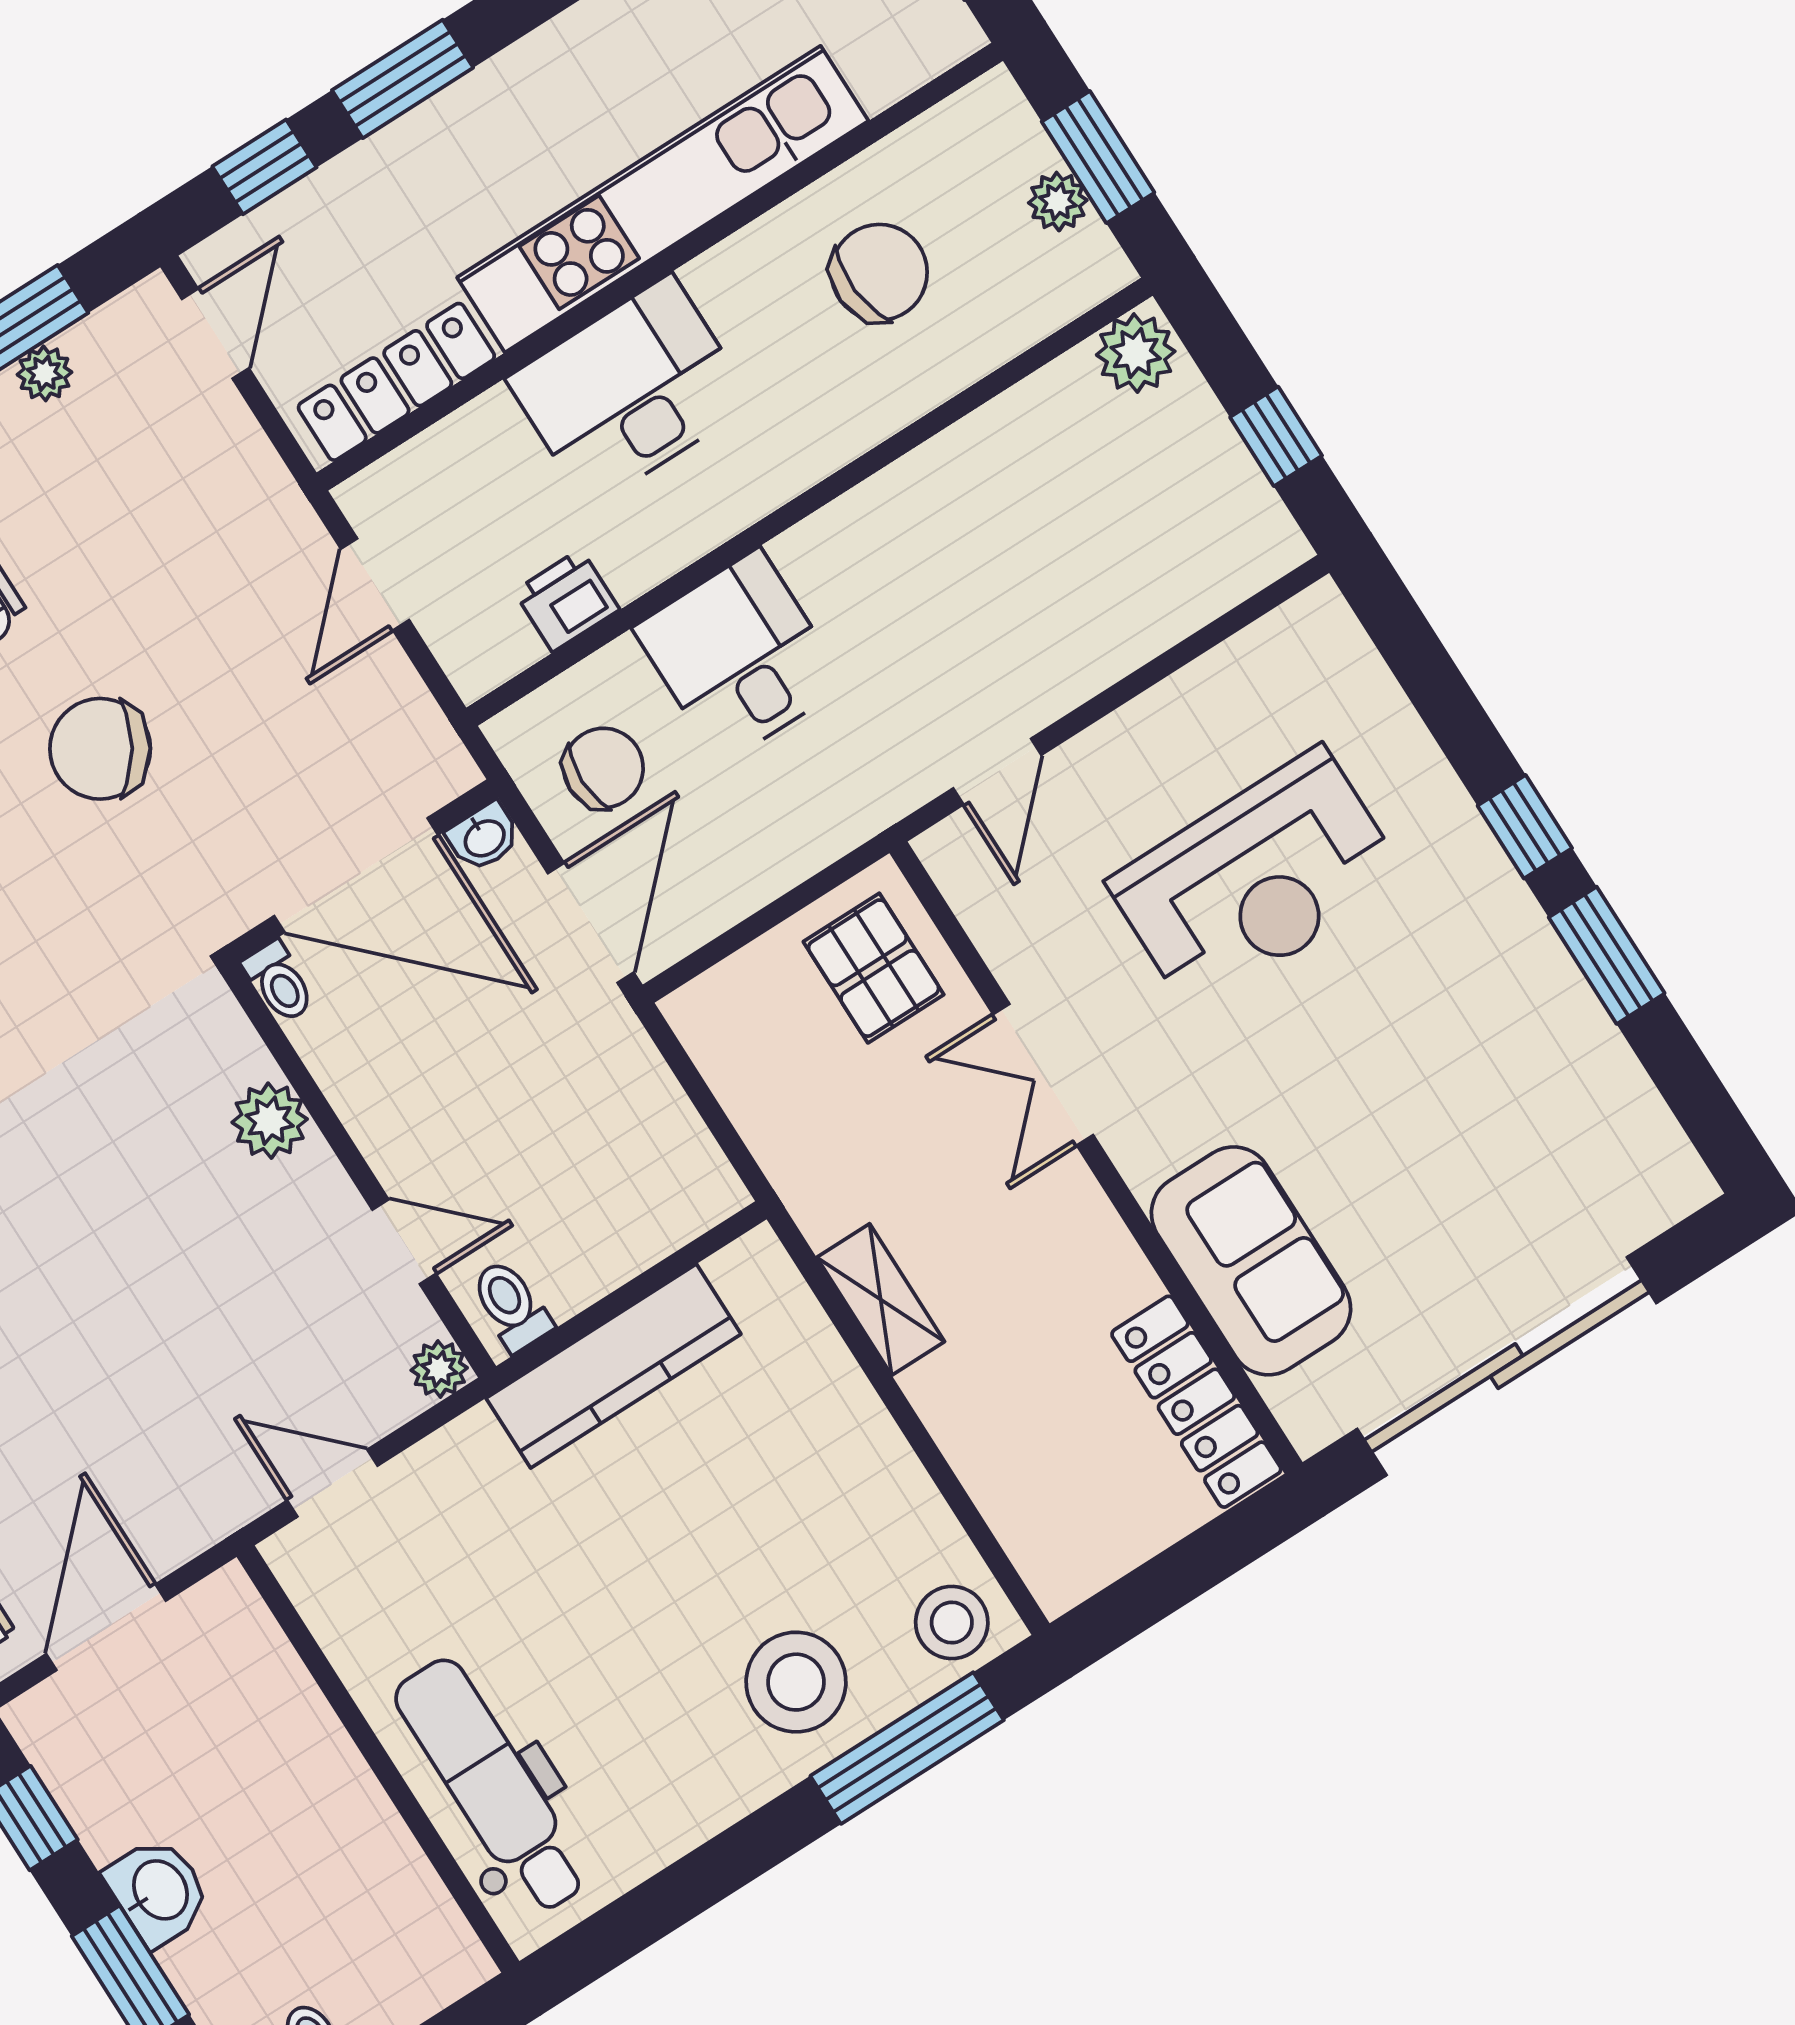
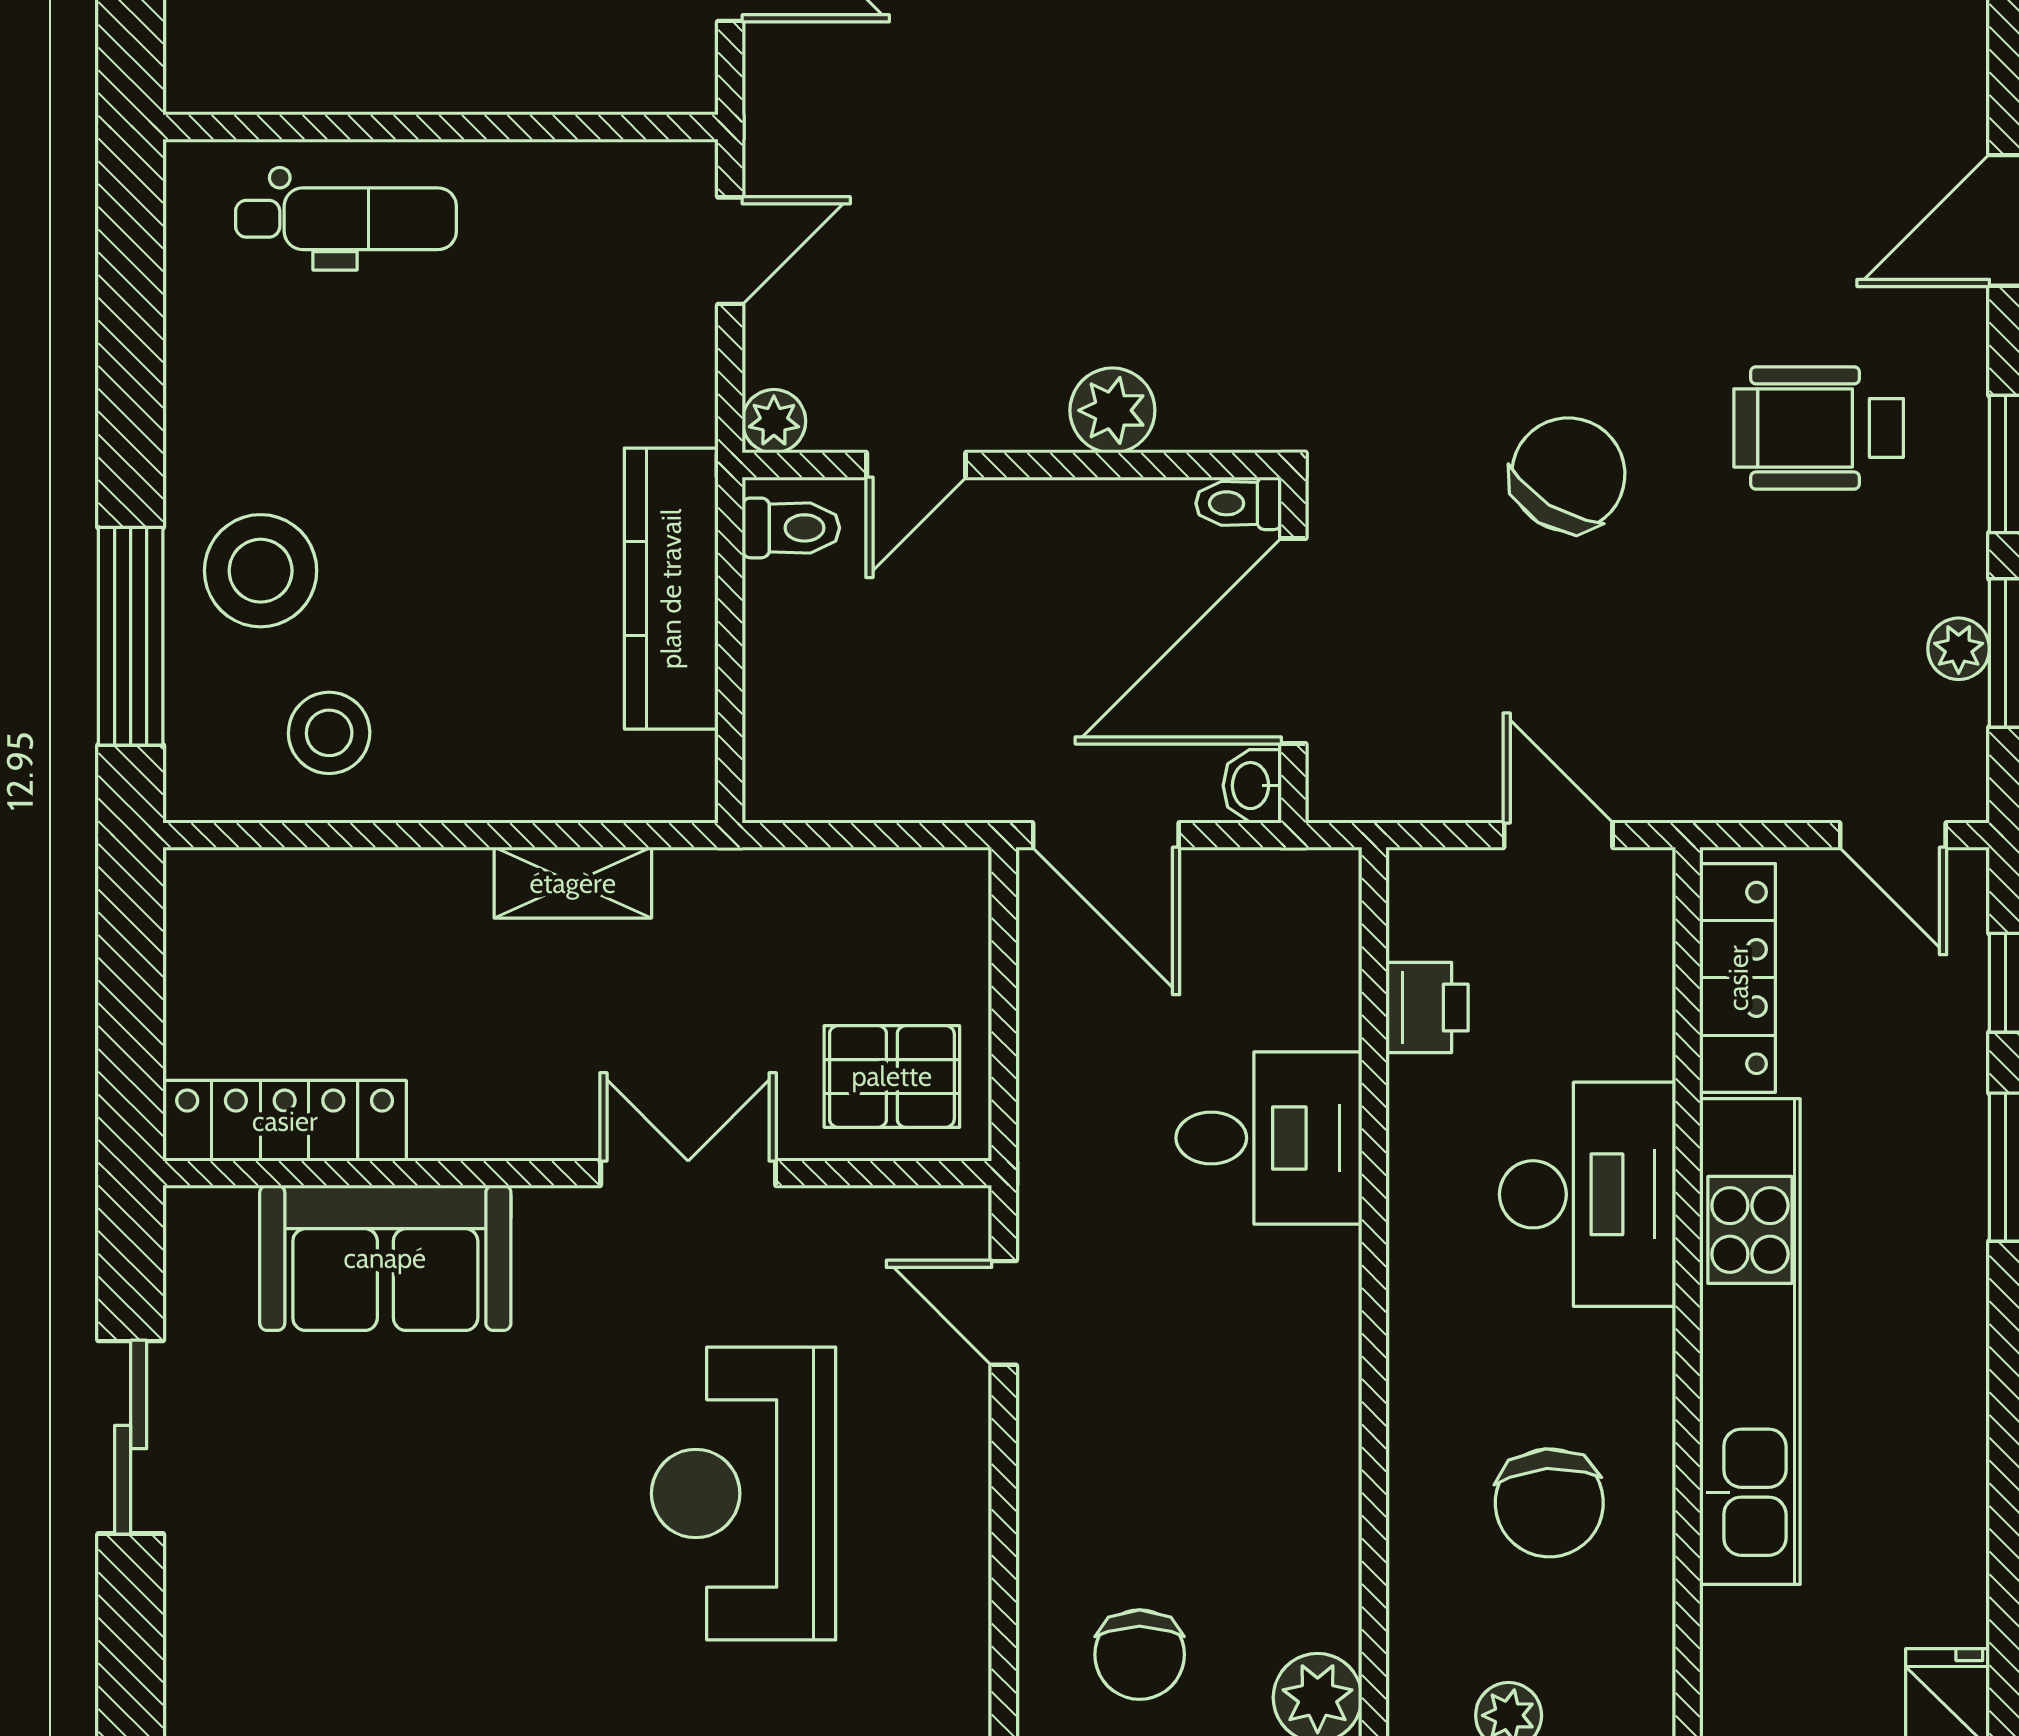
chair: (603, 768) -> (1140, 1655), moved
sliding door: (1507, 1366) -> (131, 1437), width x0.54
stool: (952, 1623) -> (329, 733), moved
dental chair: (492, 1786) -> (346, 219), width x0.73, depth x0.72

